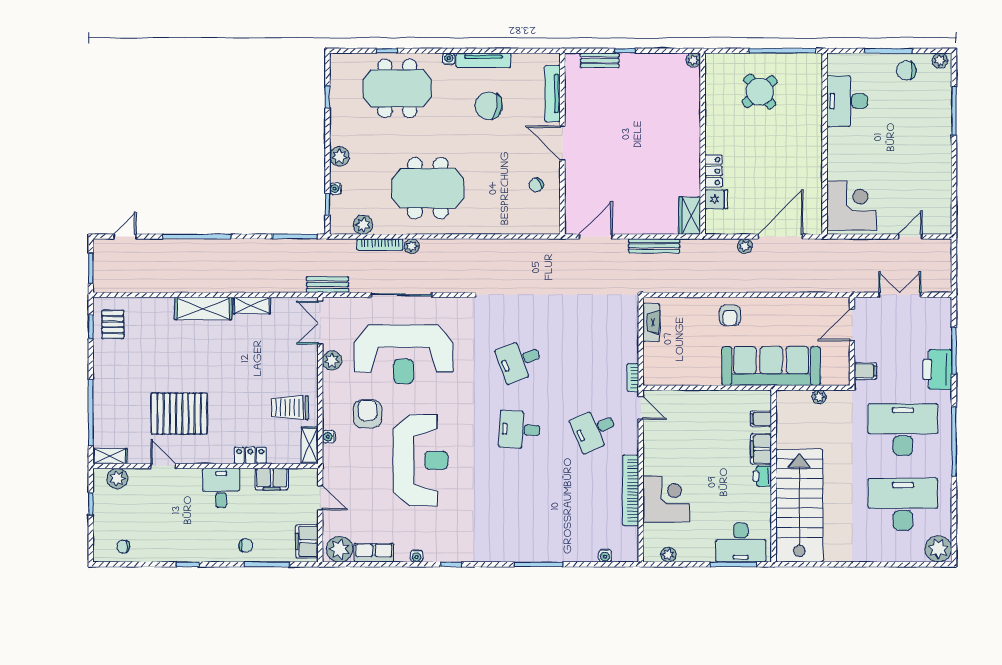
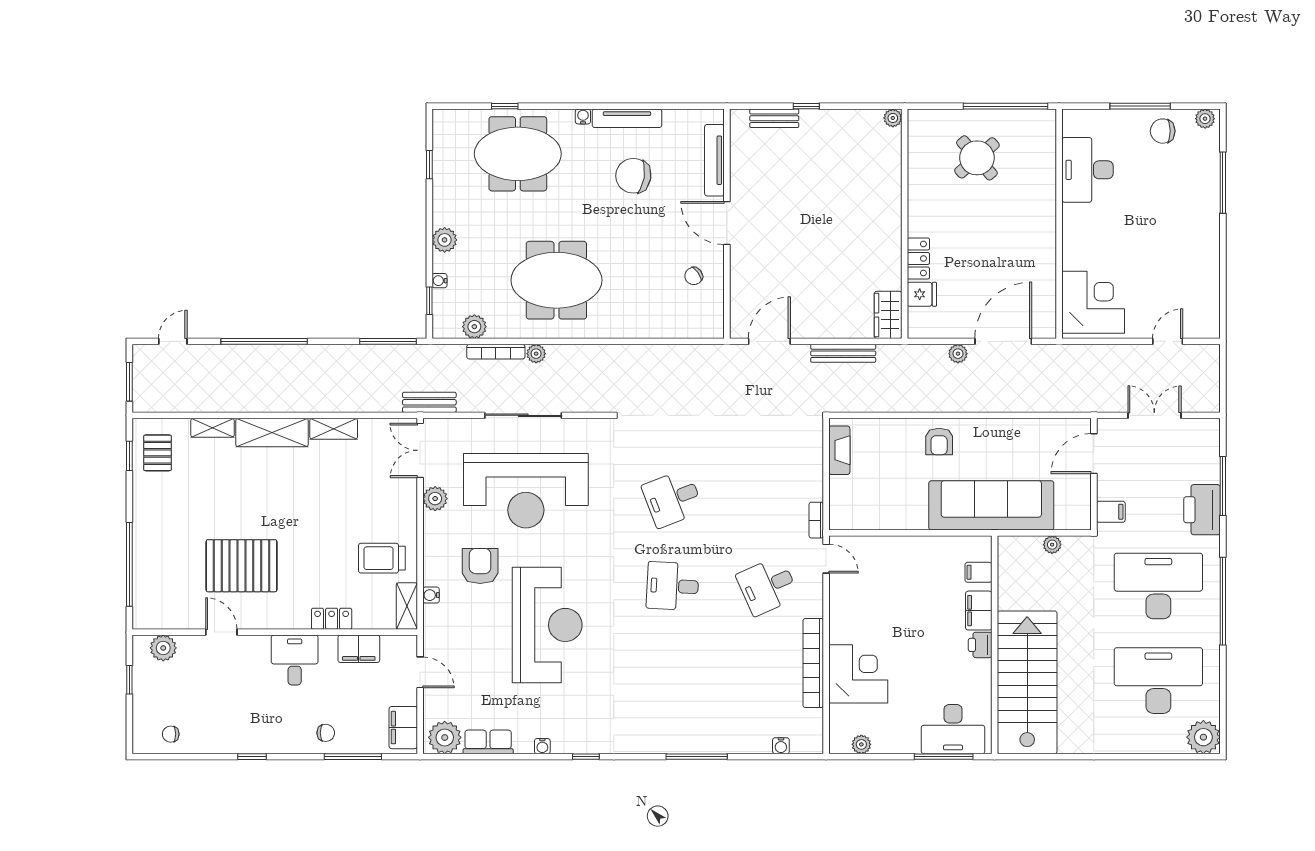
shelving: (110, 456) -> (212, 428), moved

